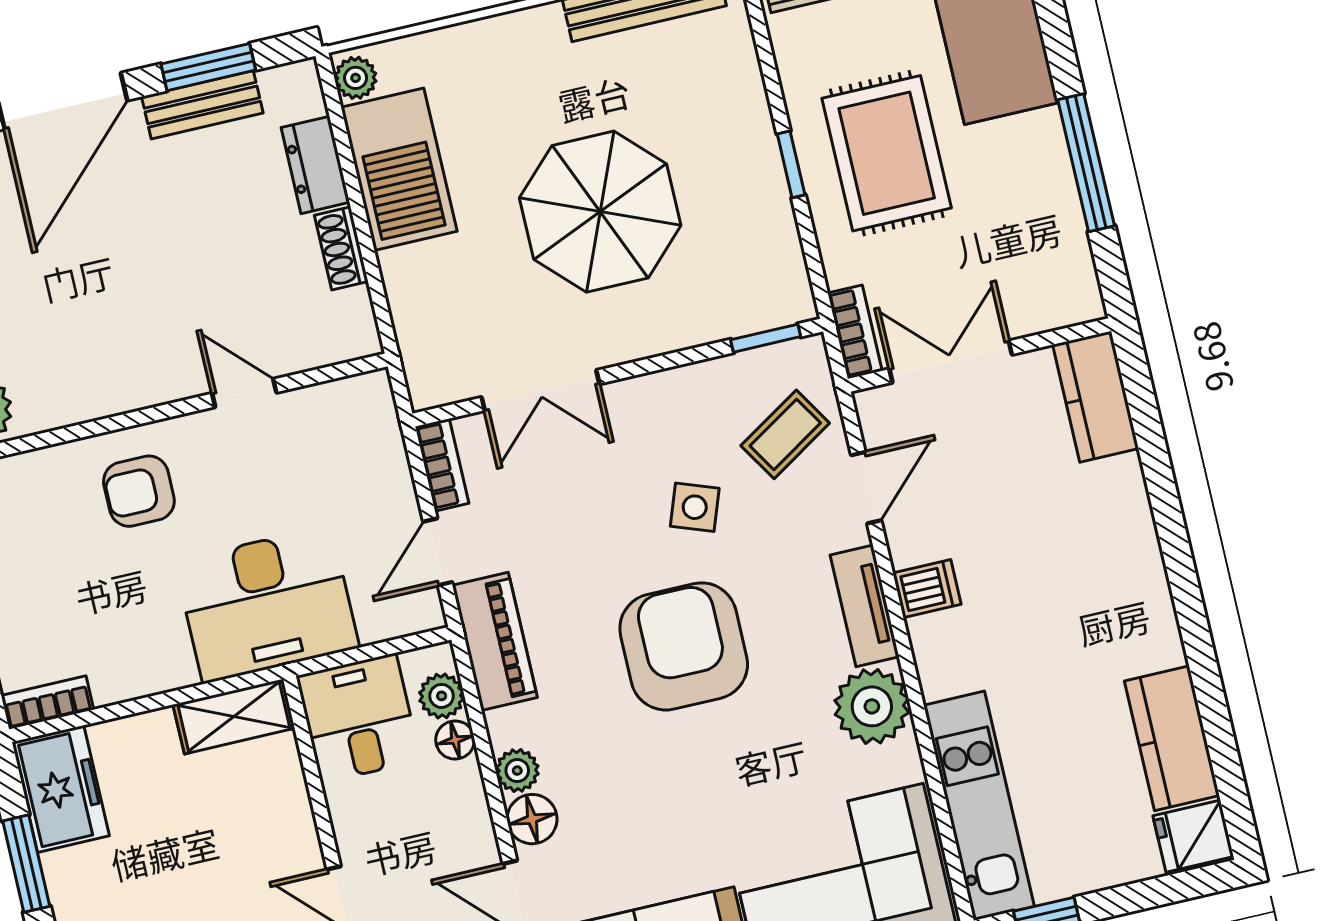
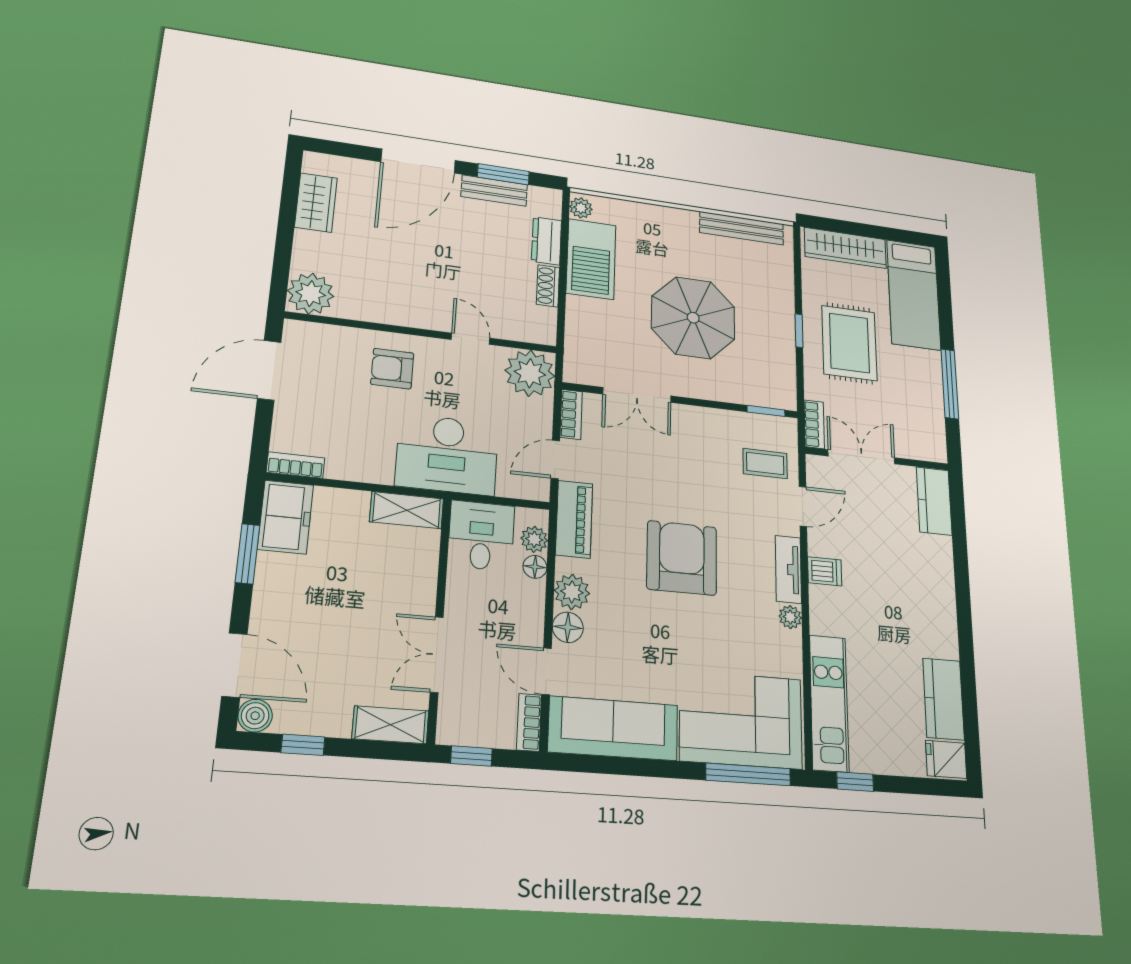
plant: (356, 418) -> (530, 373), added
coffee table: (785, 434) -> (765, 464), turned 32
side table: (695, 507) -> (707, 485), removed
plant: (872, 706) -> (790, 617), width x0.53, depth x0.53
plant: (517, 771) -> (572, 592), width x1.38, depth x1.38

